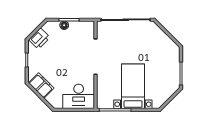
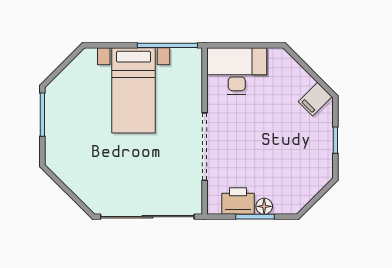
printer: (39, 39) -> (238, 201), moved, turned 45
filing cabinet: (41, 86) -> (315, 99), width x0.50

